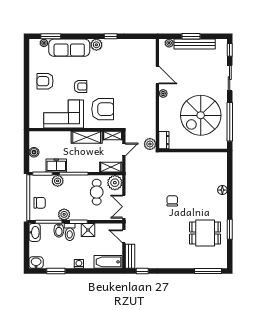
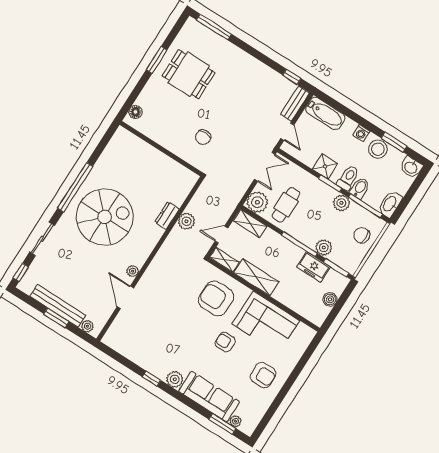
wall: (193, 151) -> (161, 149), moved
stool: (63, 261) -> (378, 149), added

